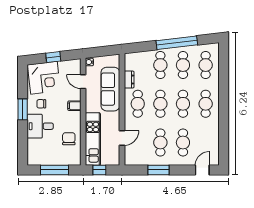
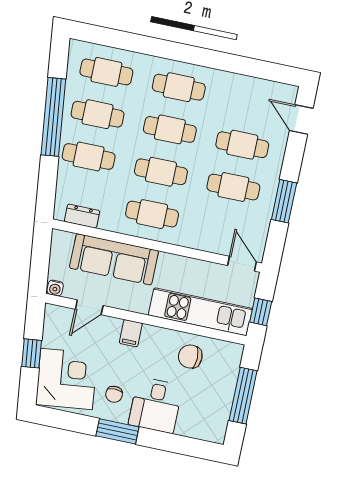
dresser: (129, 80) -> (82, 216), moved
door: (122, 138) -> (242, 264), moved

